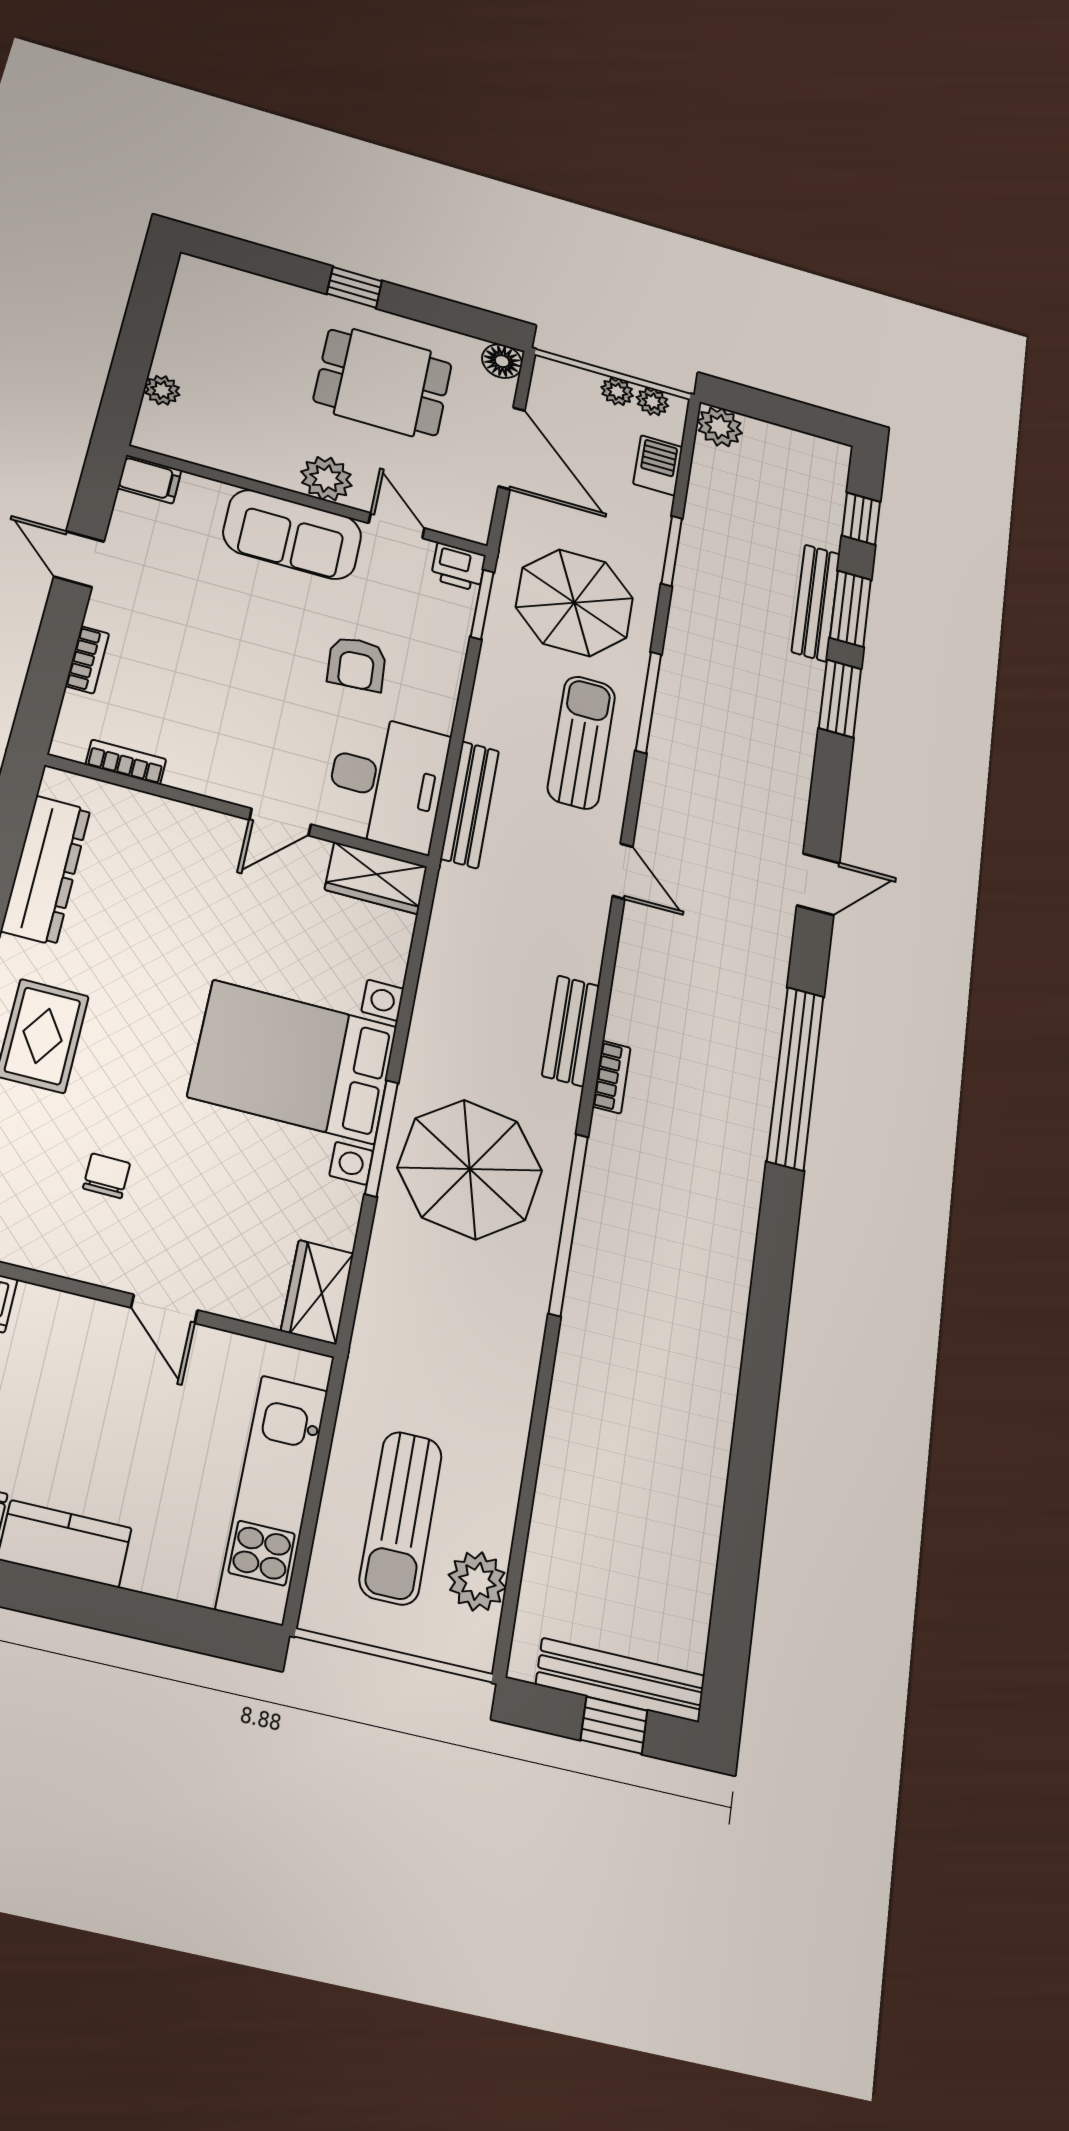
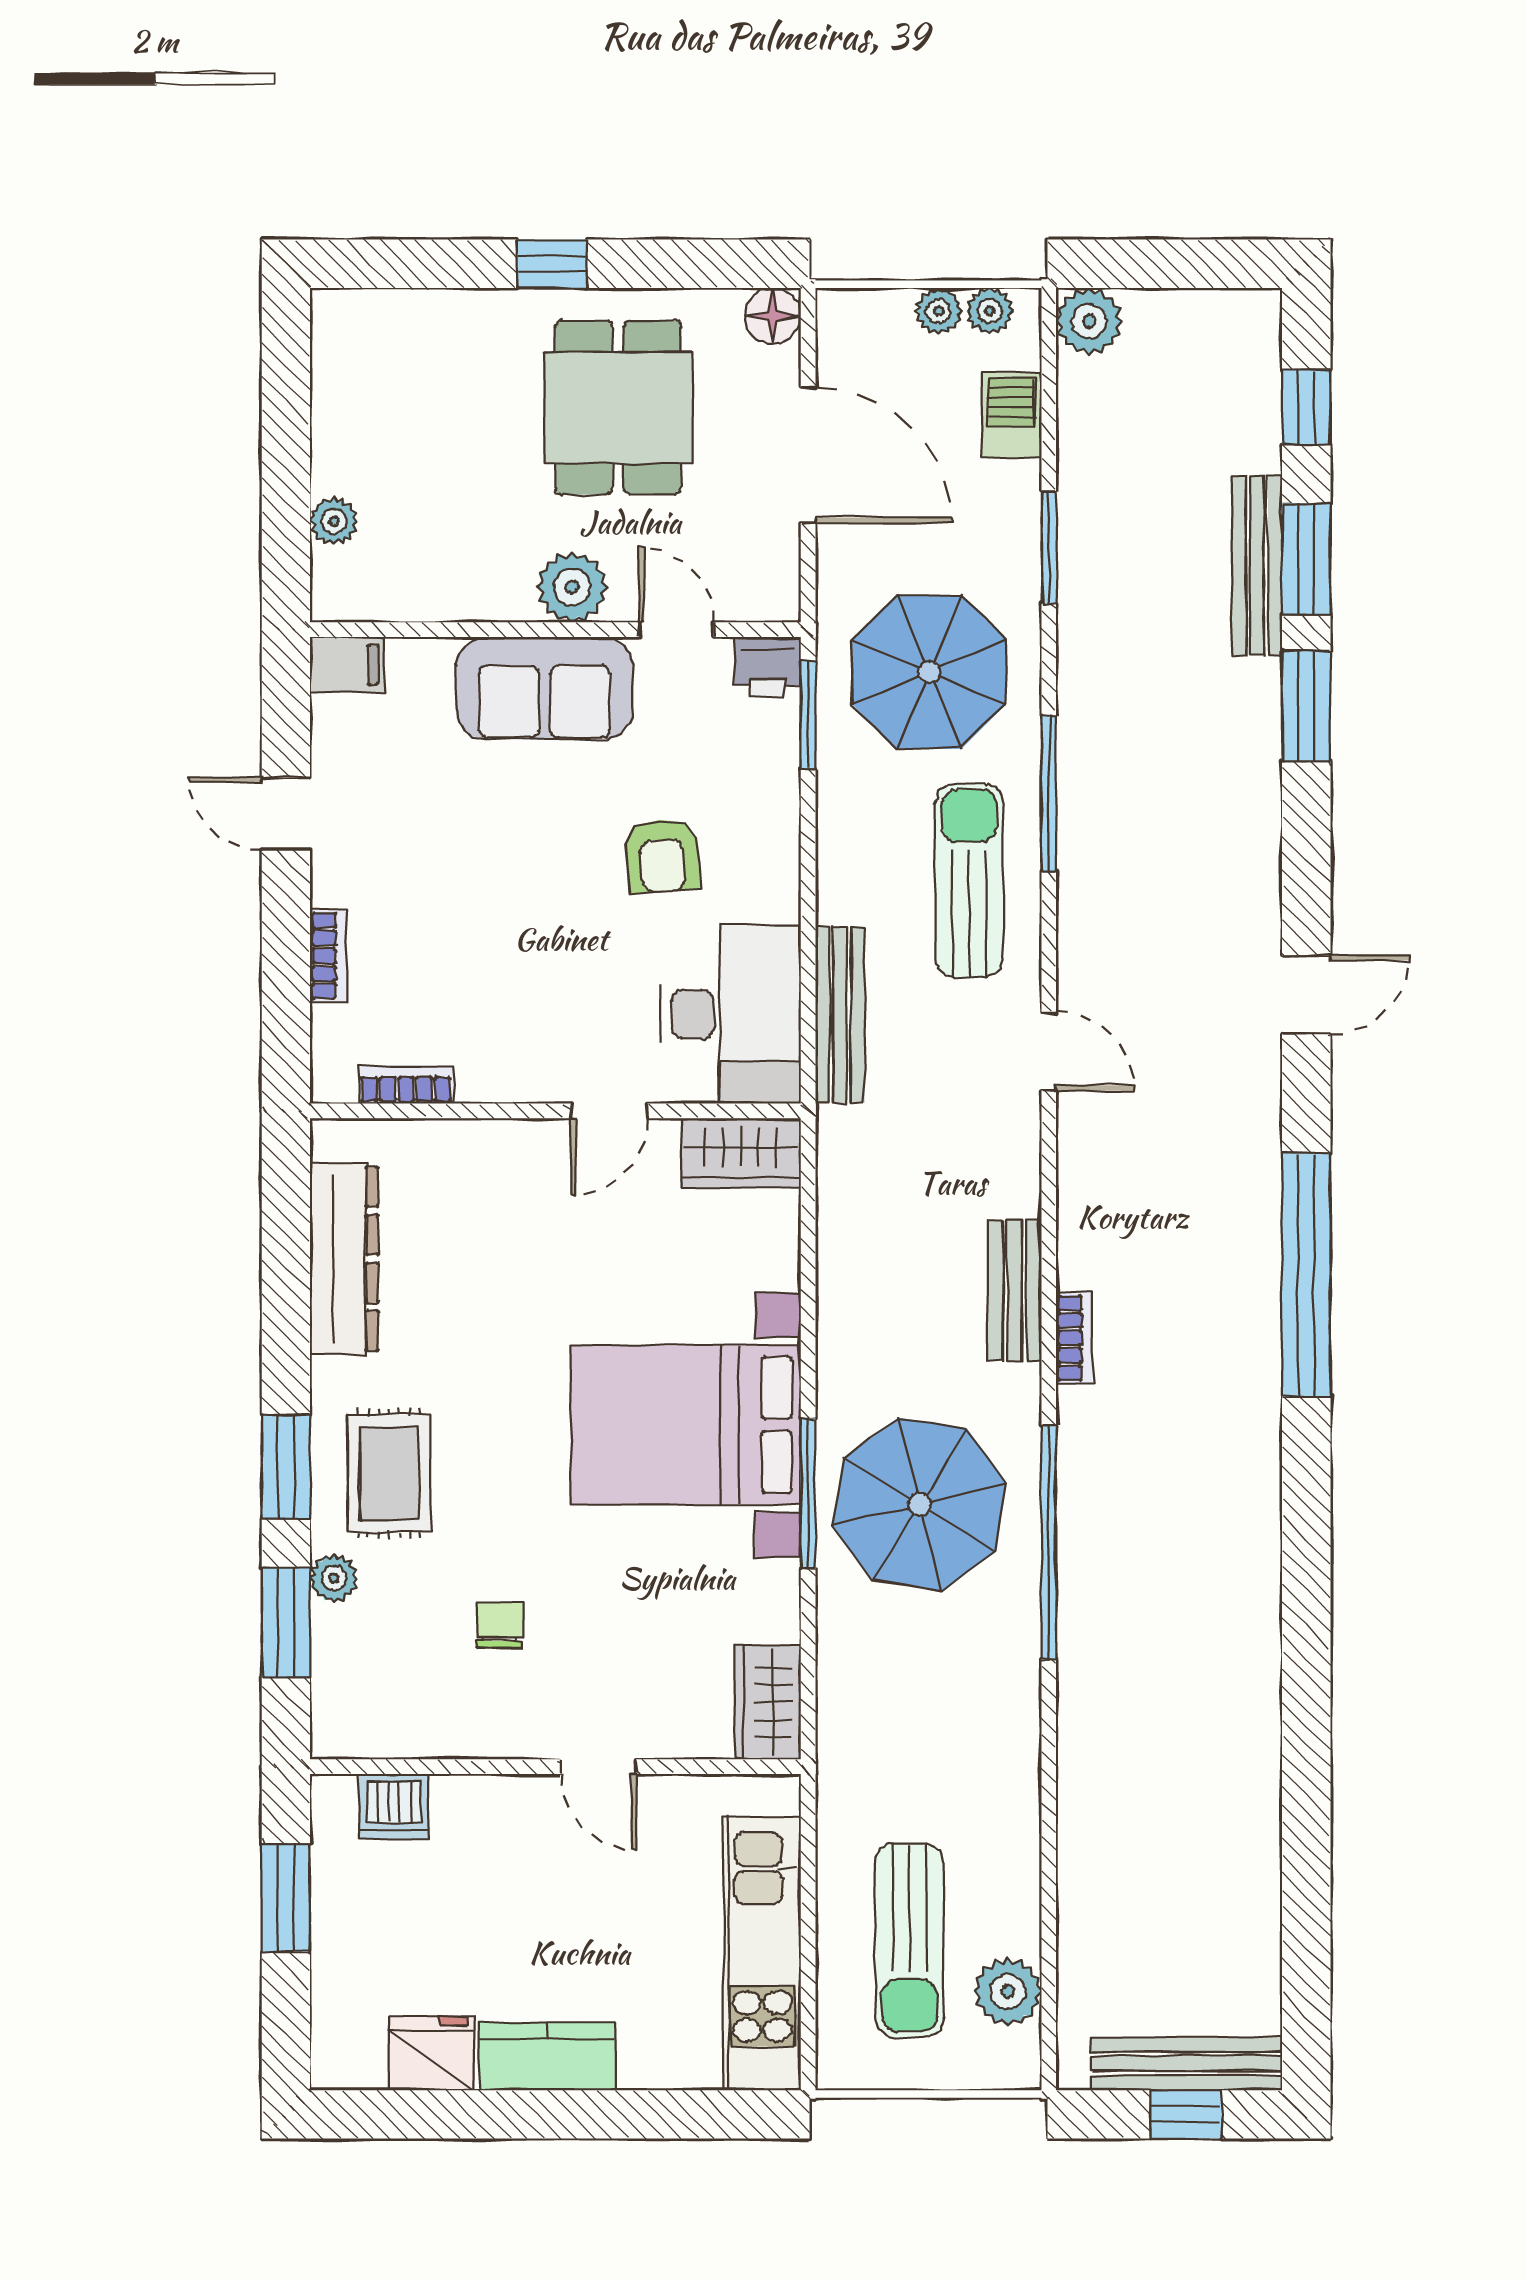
dining table: (383, 382) -> (618, 408), turned 90

